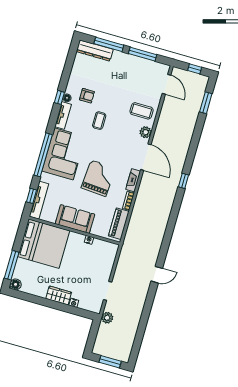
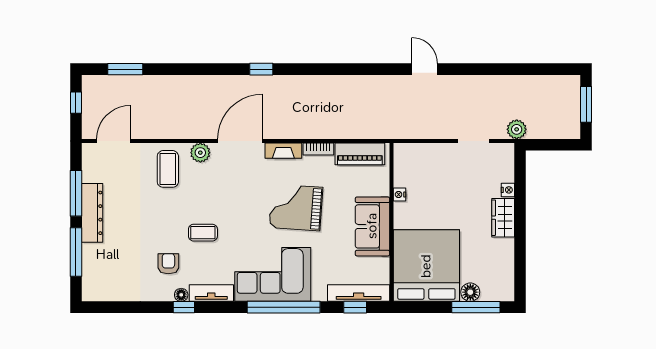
dresser: (95, 50) -> (92, 213), moved
floor lamp: (16, 284) -> (470, 292), moved

